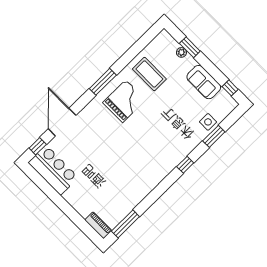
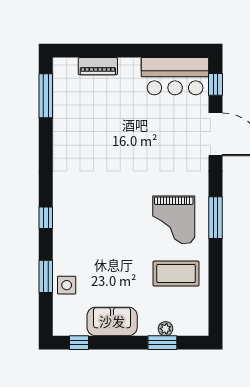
piano: (98, 225) -> (98, 66), moved

